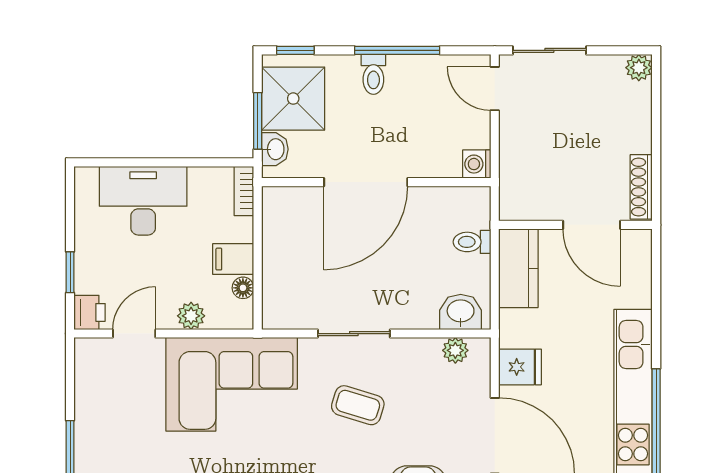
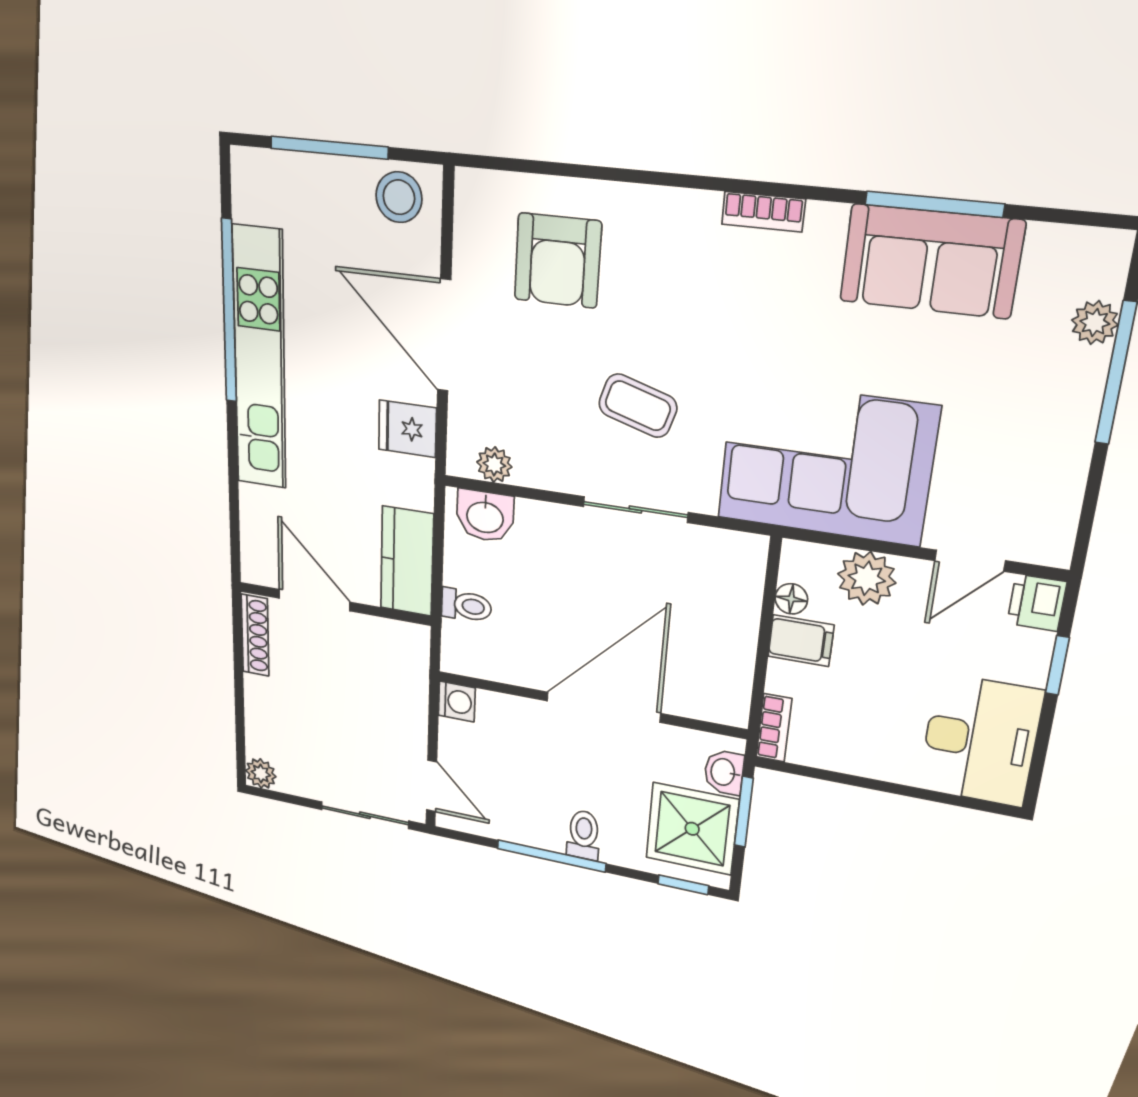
desk: (143, 201) -> (980, 740), moved, turned -90
plant: (191, 316) -> (867, 578), width x1.38, depth x1.38

